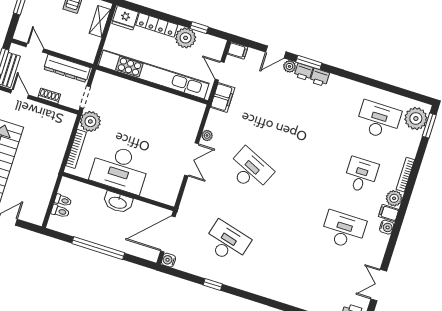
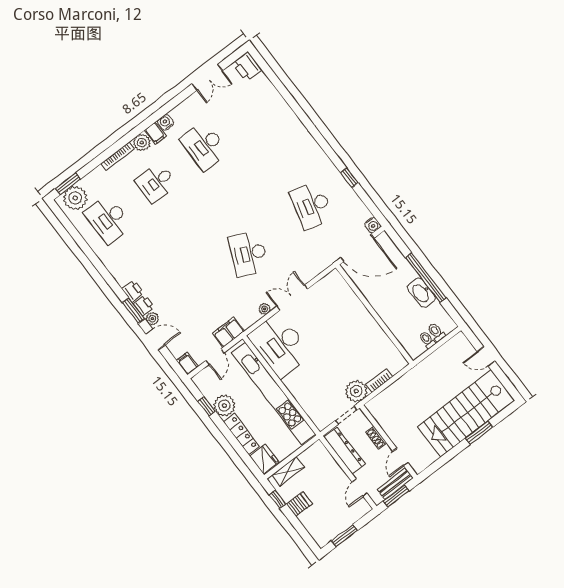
bookcase: (76, 149) -> (379, 381), width x0.64
desk: (120, 169) -> (280, 345), moved, turned 180
washbasin: (118, 202) -> (421, 293), moved, turned 180

